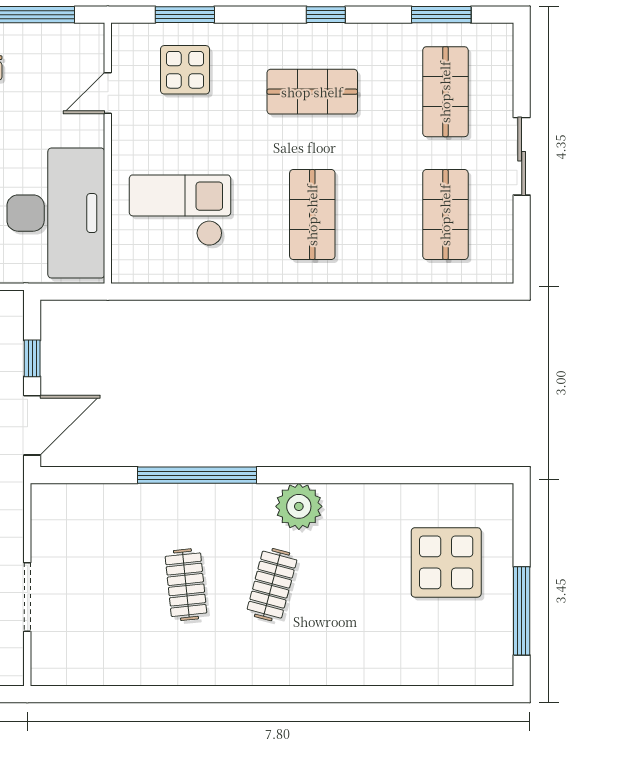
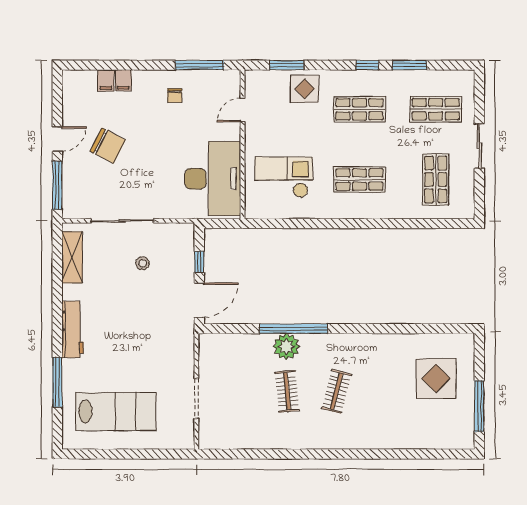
window: (441, 15) -> (410, 65), moved
display table: (185, 70) -> (305, 89), moved
shop shelf: (445, 92) -> (436, 109), turned 90
shop shelf: (312, 215) -> (359, 180), turned 90
plant: (299, 506) -> (286, 347), moved

